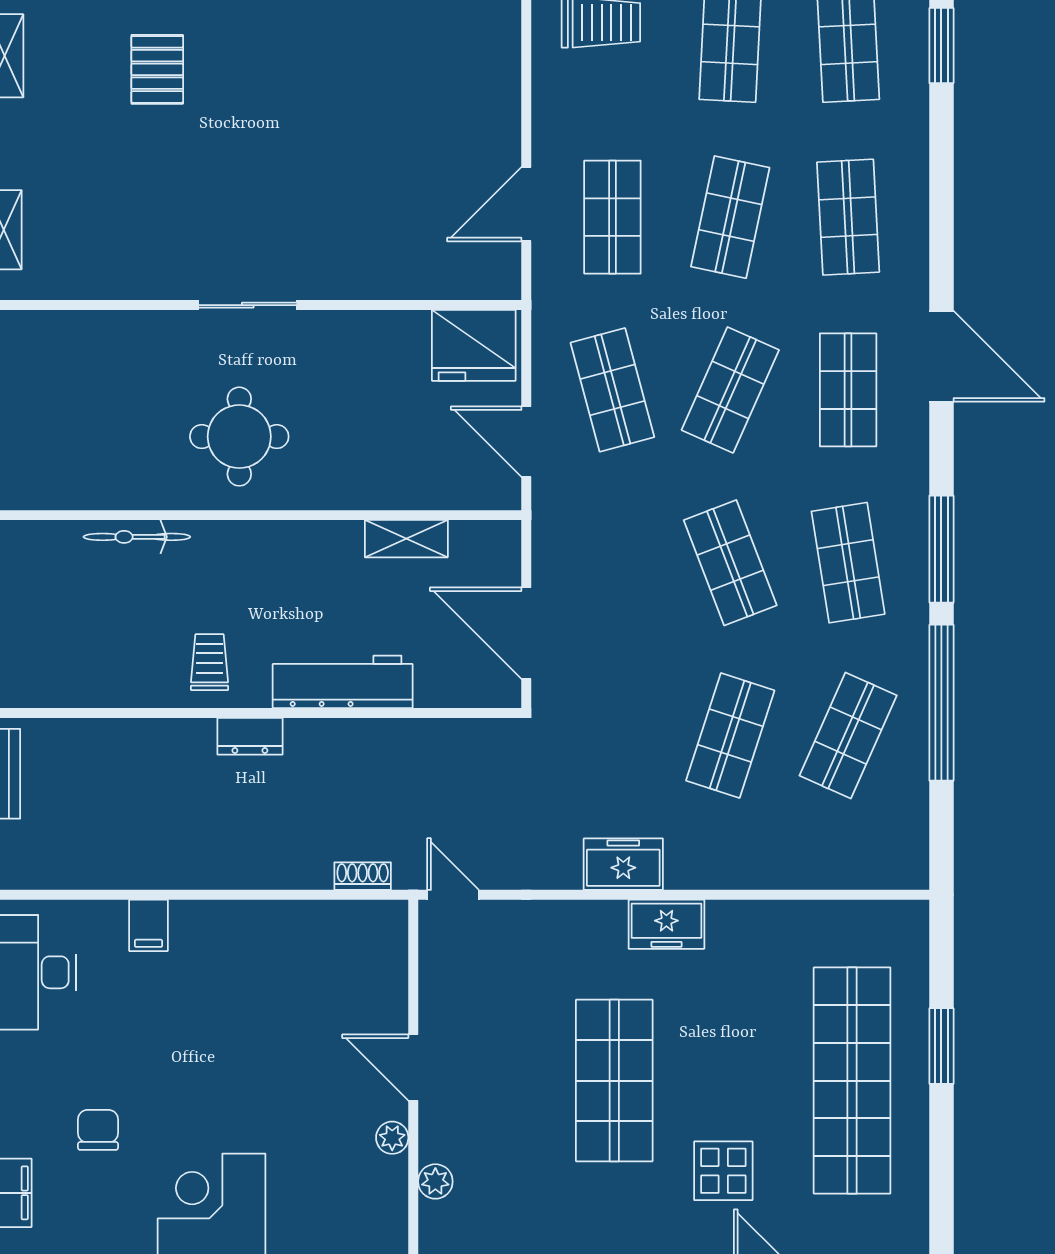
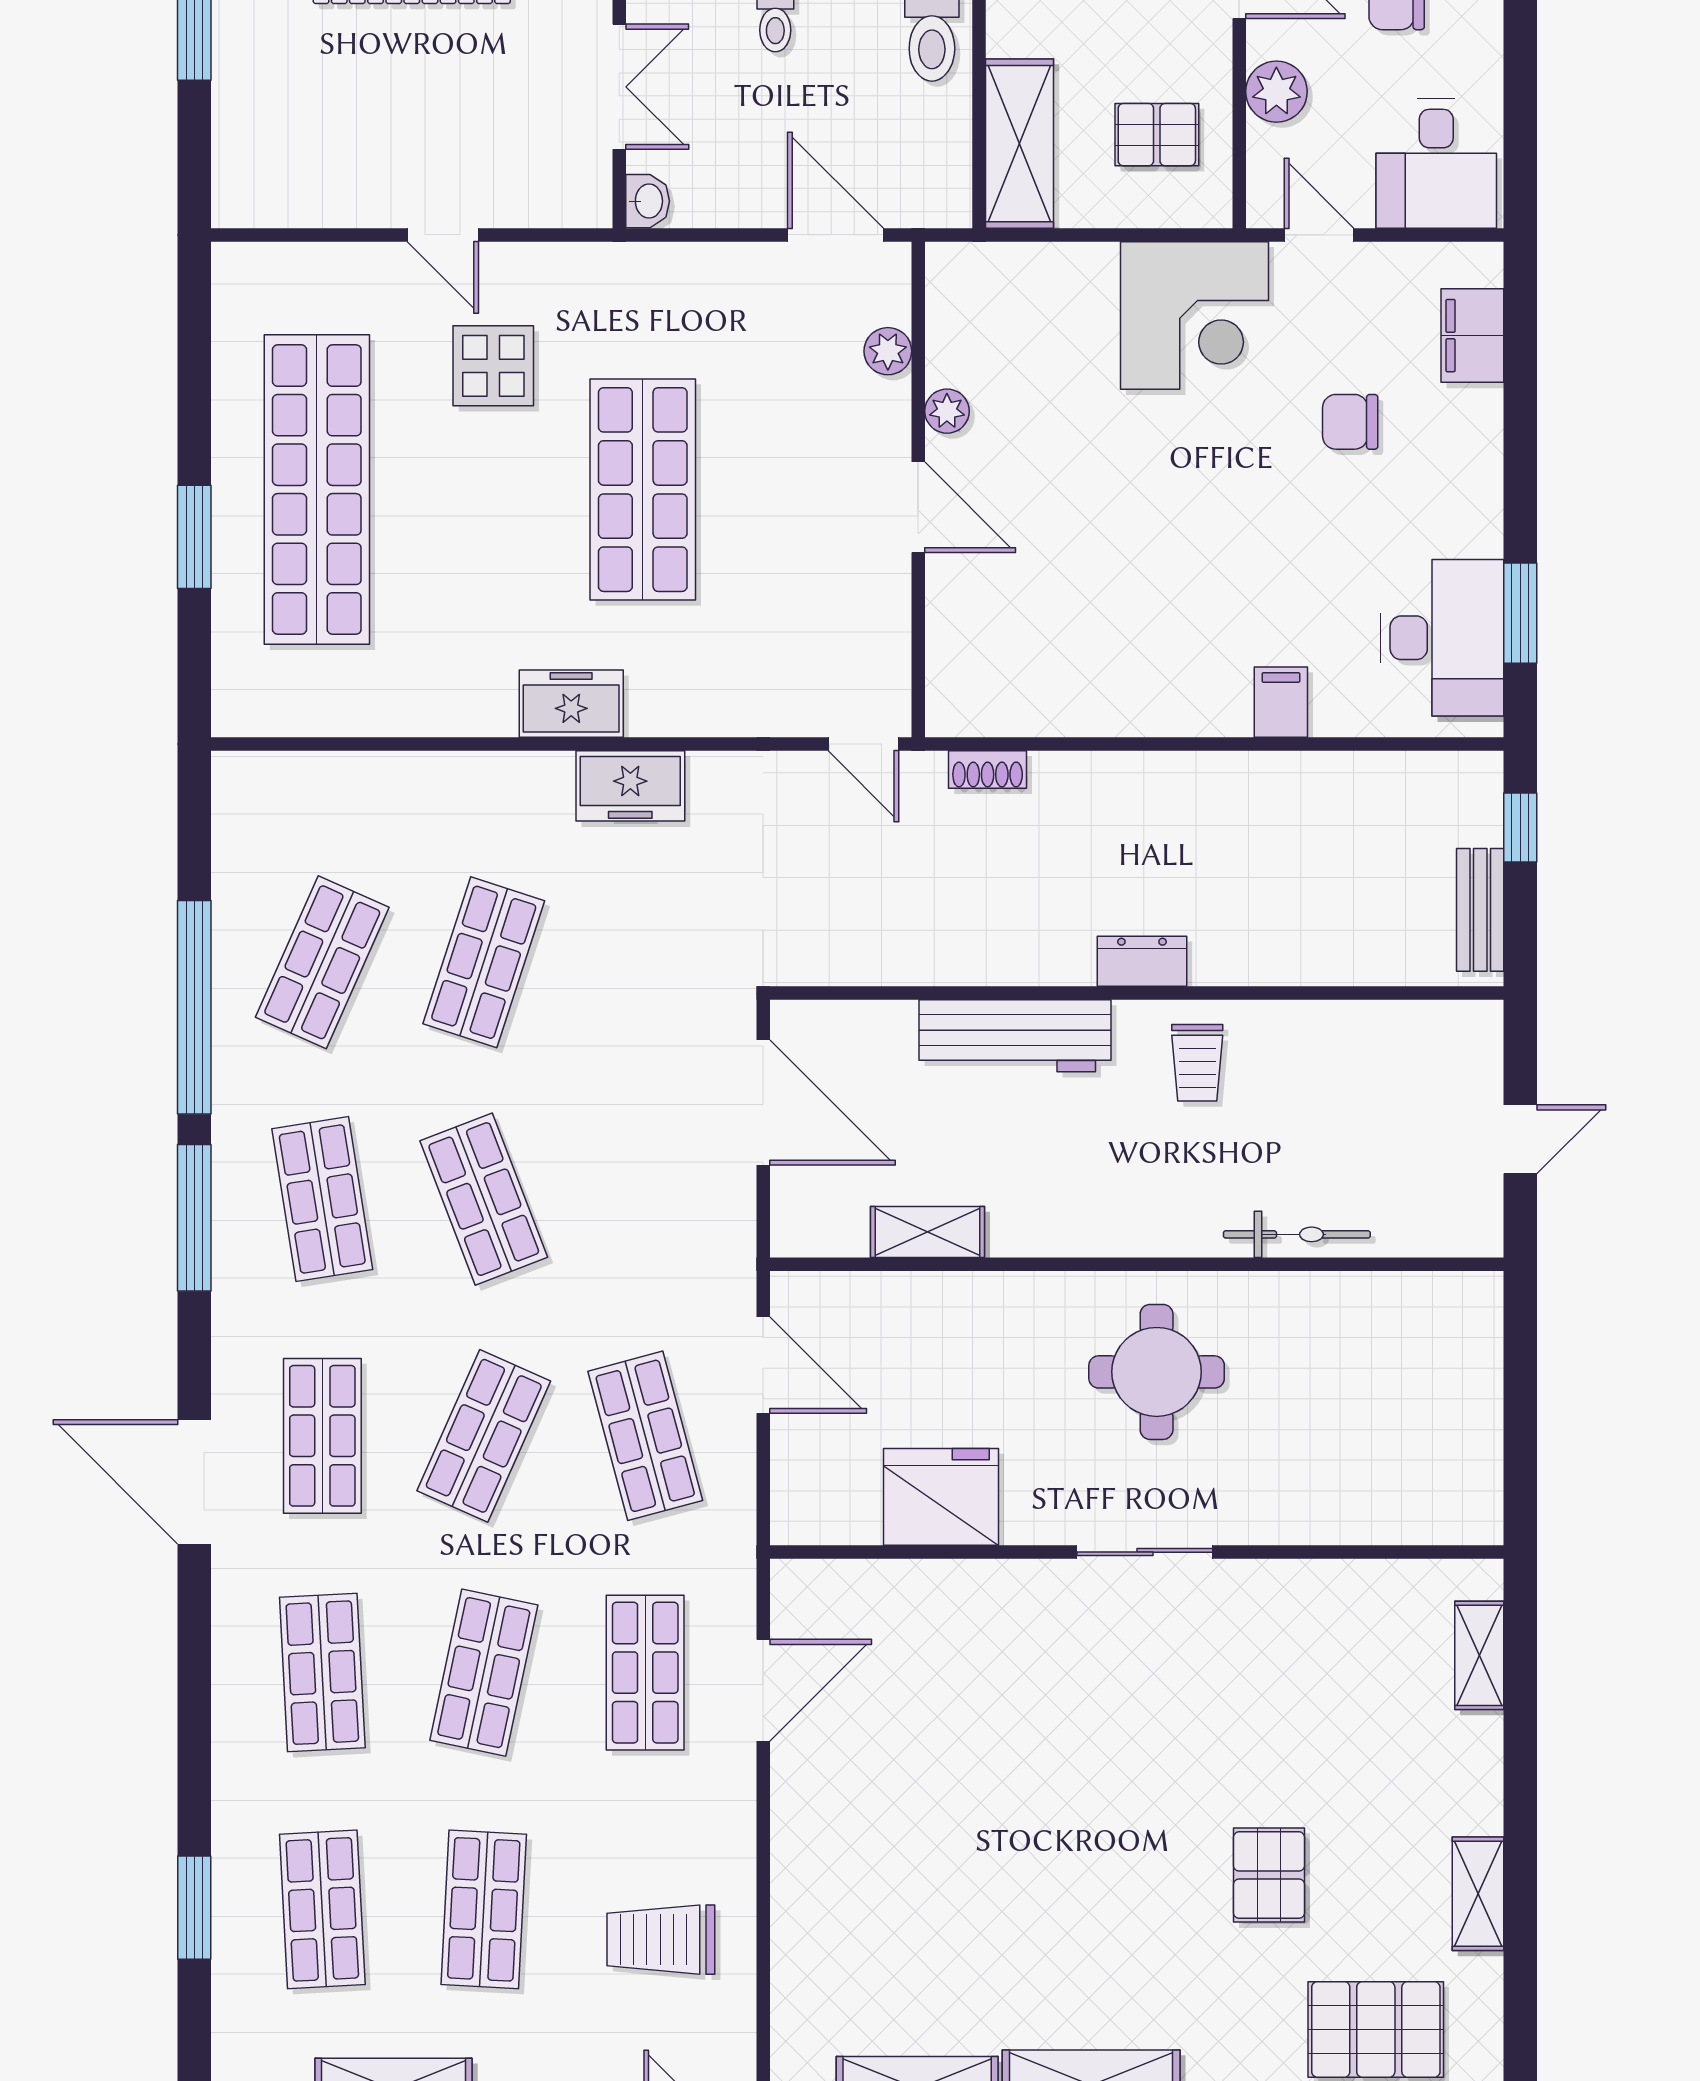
fridge: (474, 345) -> (941, 1497), moved
chair: (98, 1130) -> (1350, 422), turned 90

